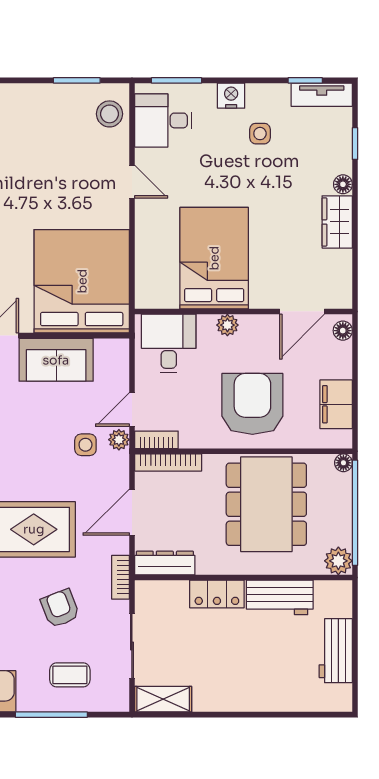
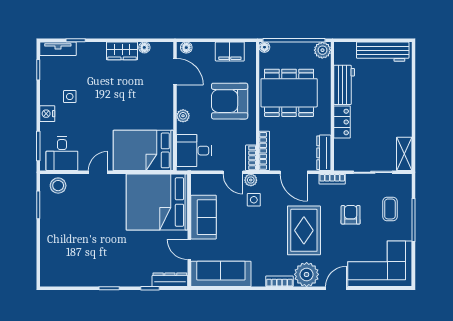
tv unit: (322, 95) -> (58, 49), moved, turned 90
floor lamp: (343, 184) -> (144, 47), moved
bed: (214, 258) -> (143, 150), moved
armchair: (60, 608) -> (351, 215), turned 111
workbench: (336, 651) -> (383, 52), width x1.38

